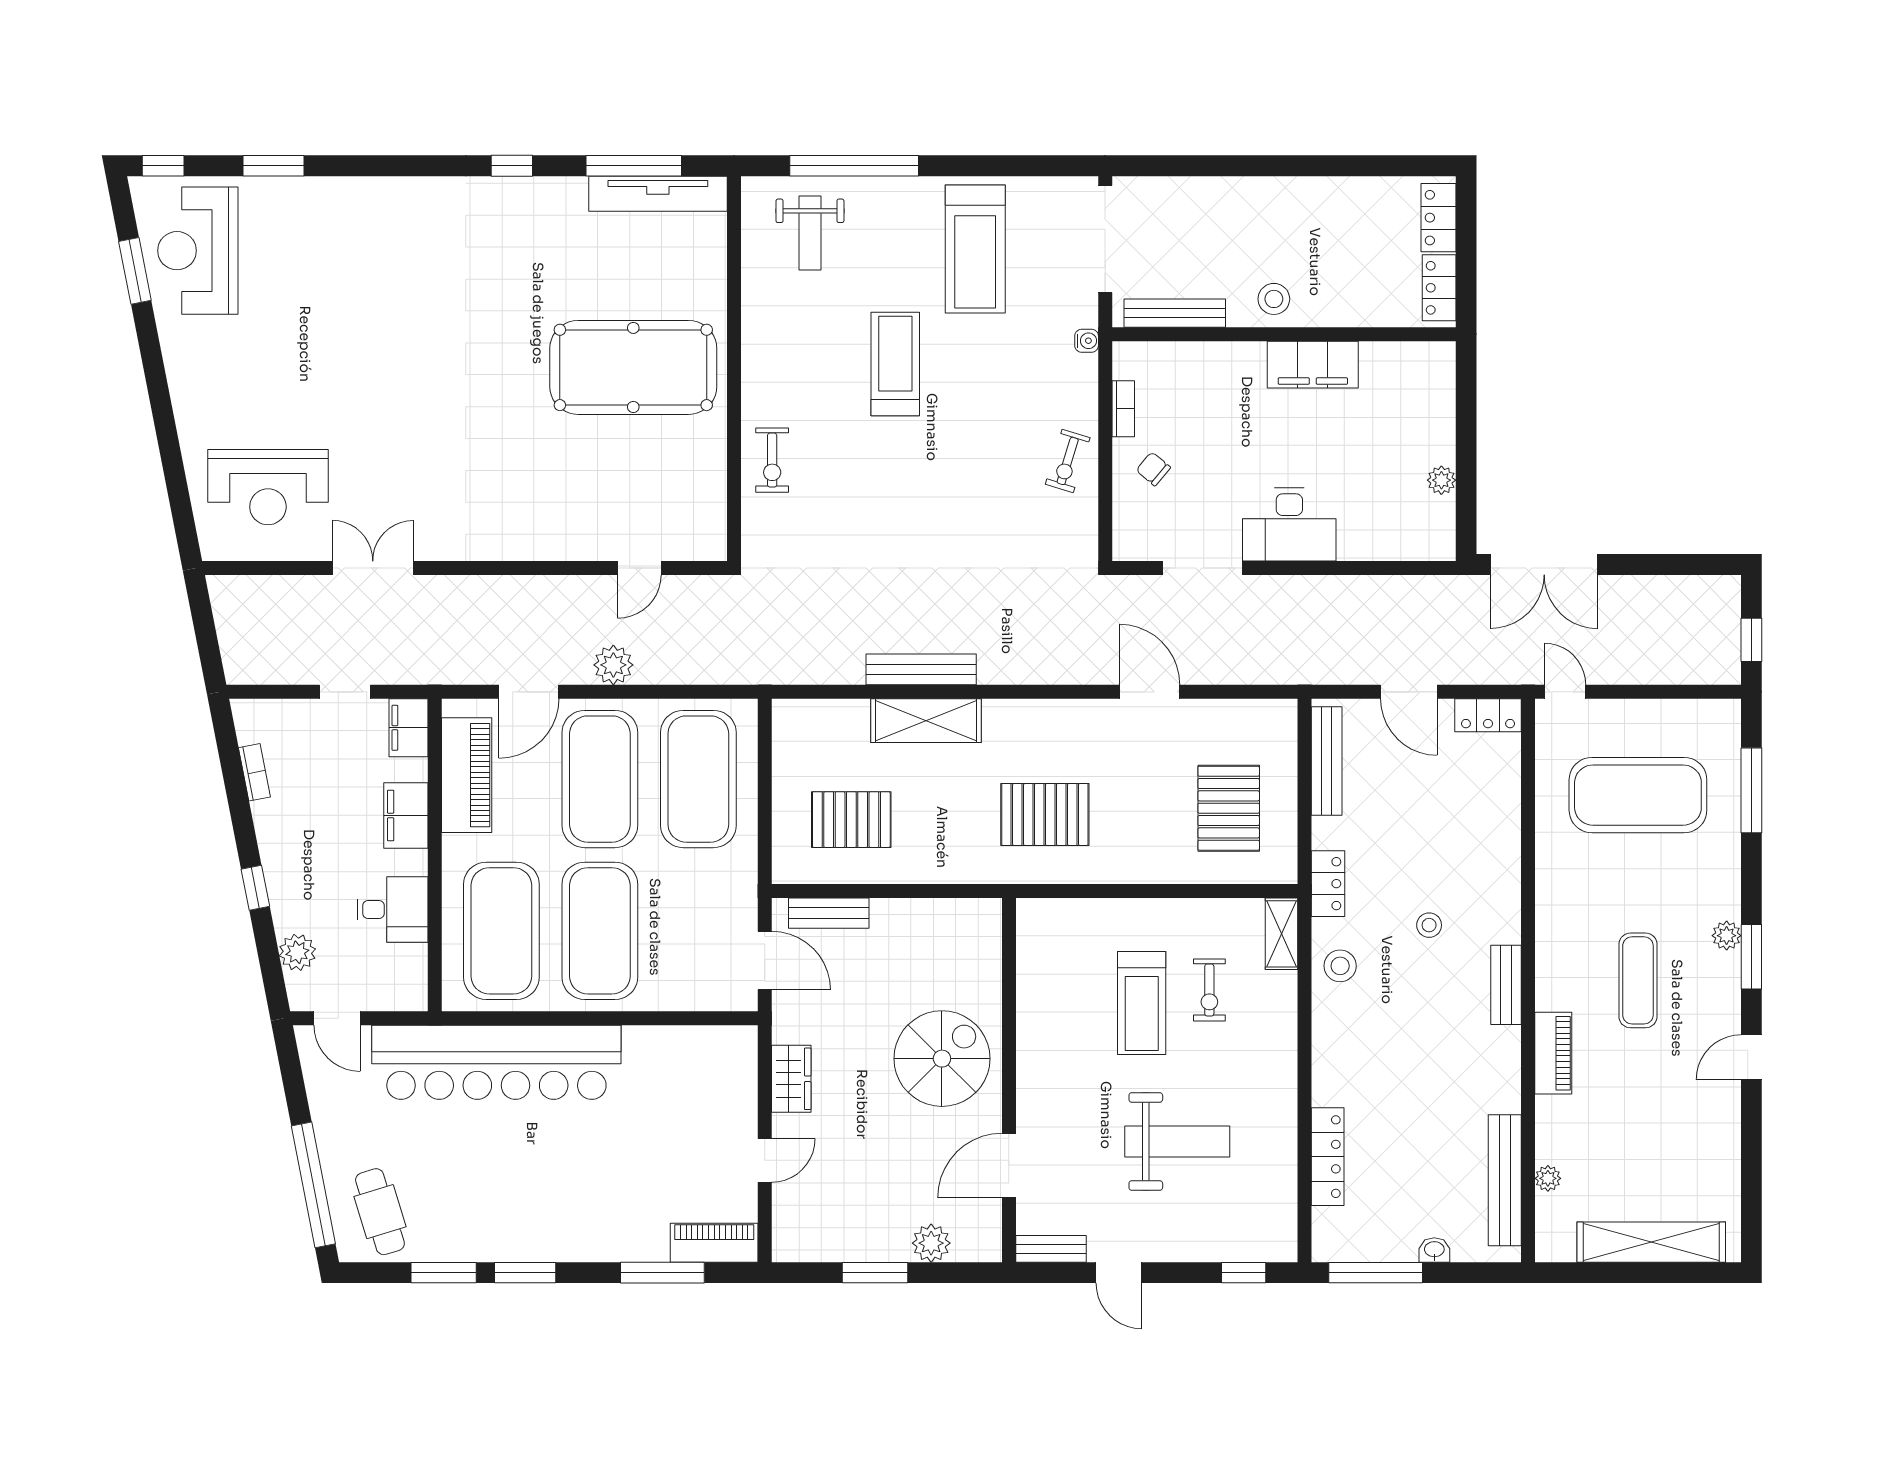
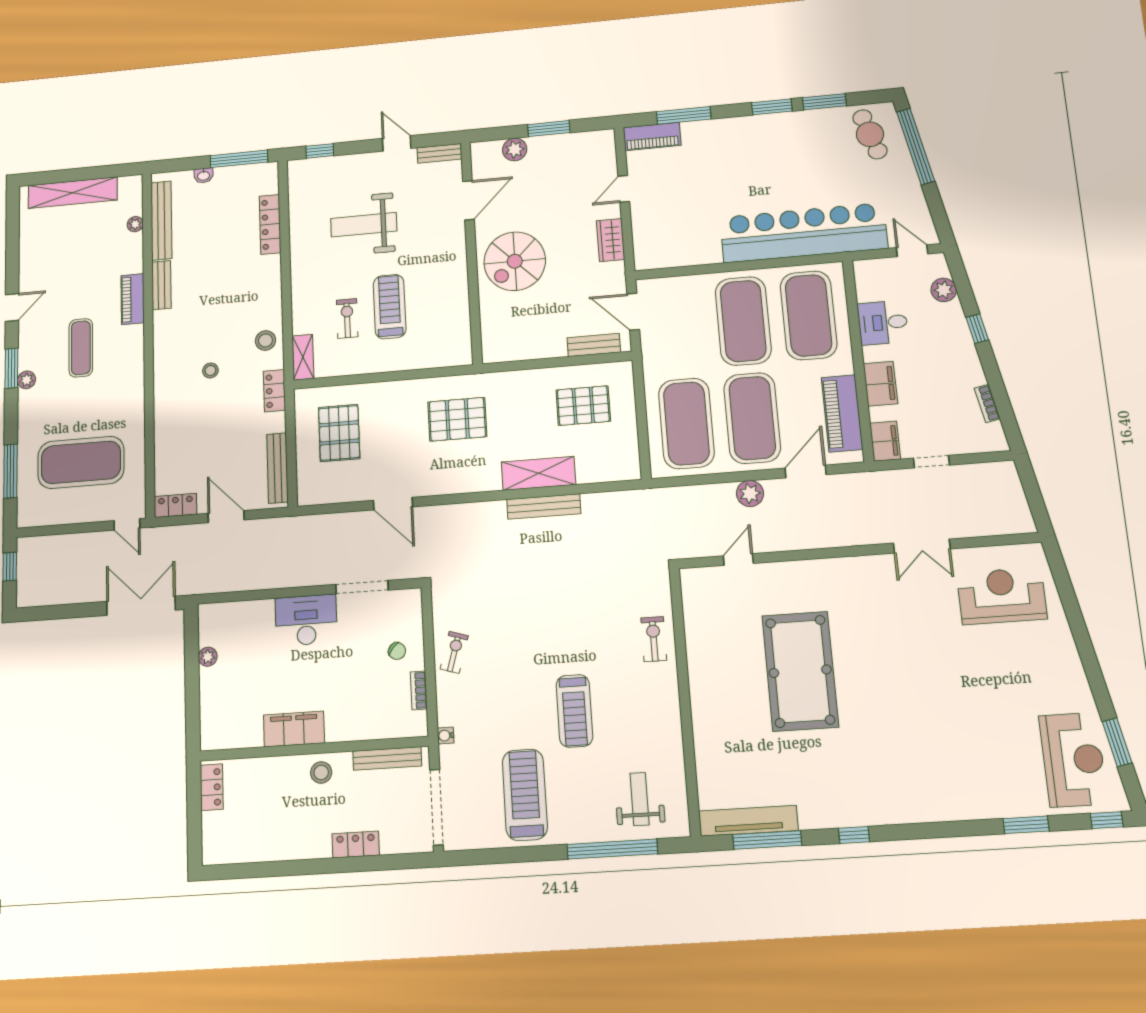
locker: (1438, 218) -> (356, 844), moved, turned -90
pool table: (633, 367) -> (800, 671), moved, turned 90
bench: (1506, 985) -> (161, 285), moved

